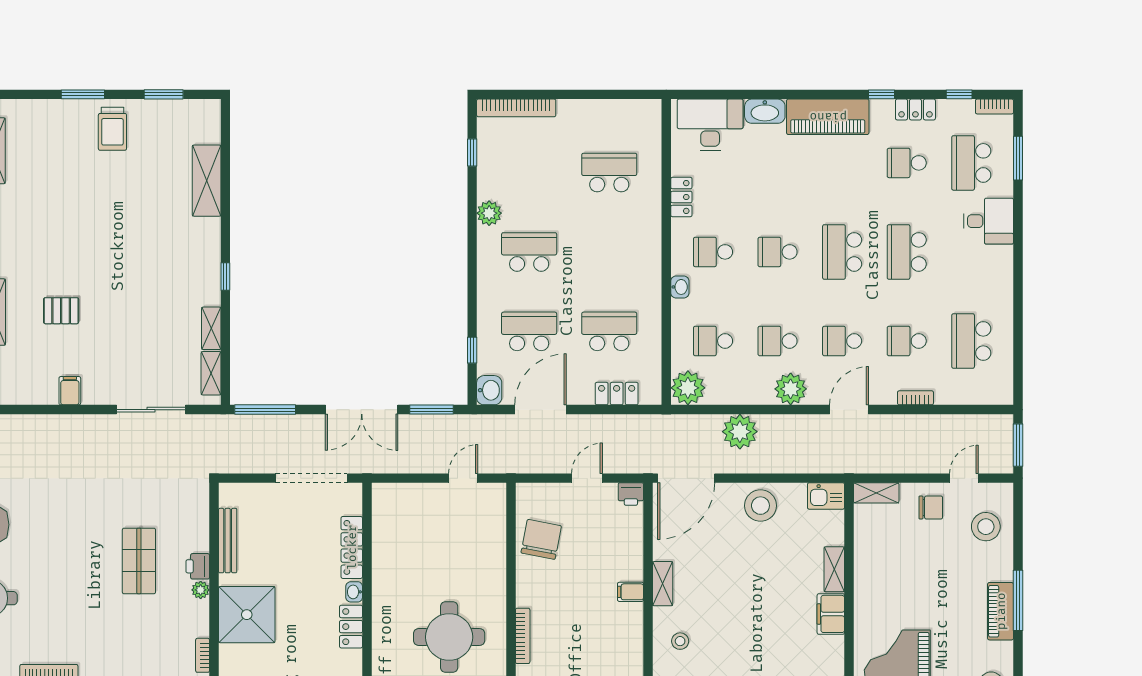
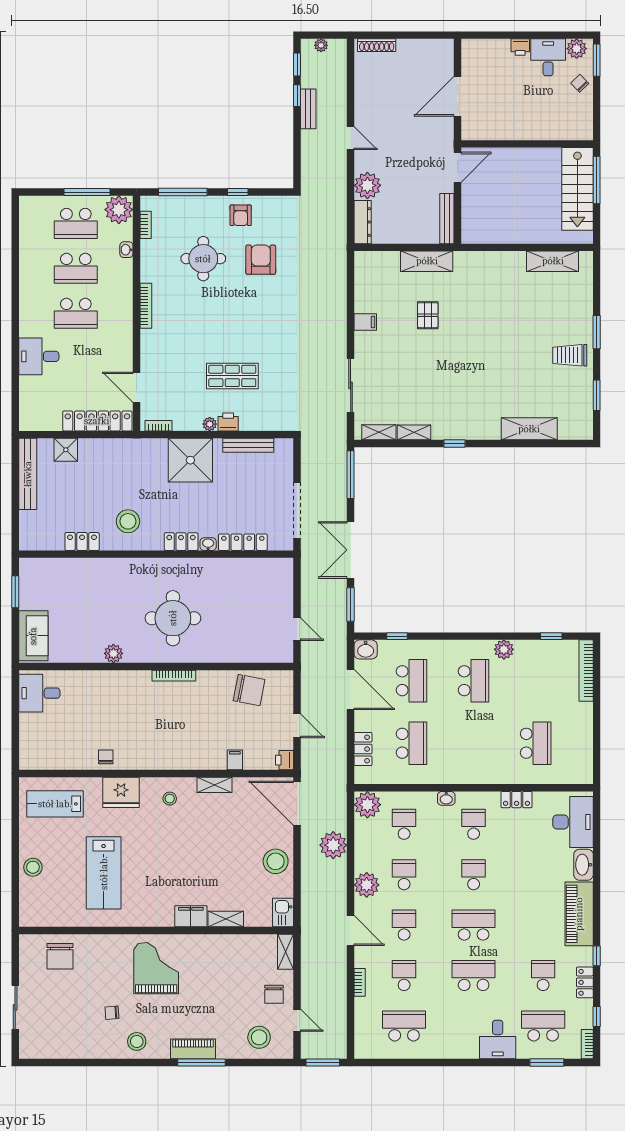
filing cabinet: (631, 592) -> (235, 760), moved

